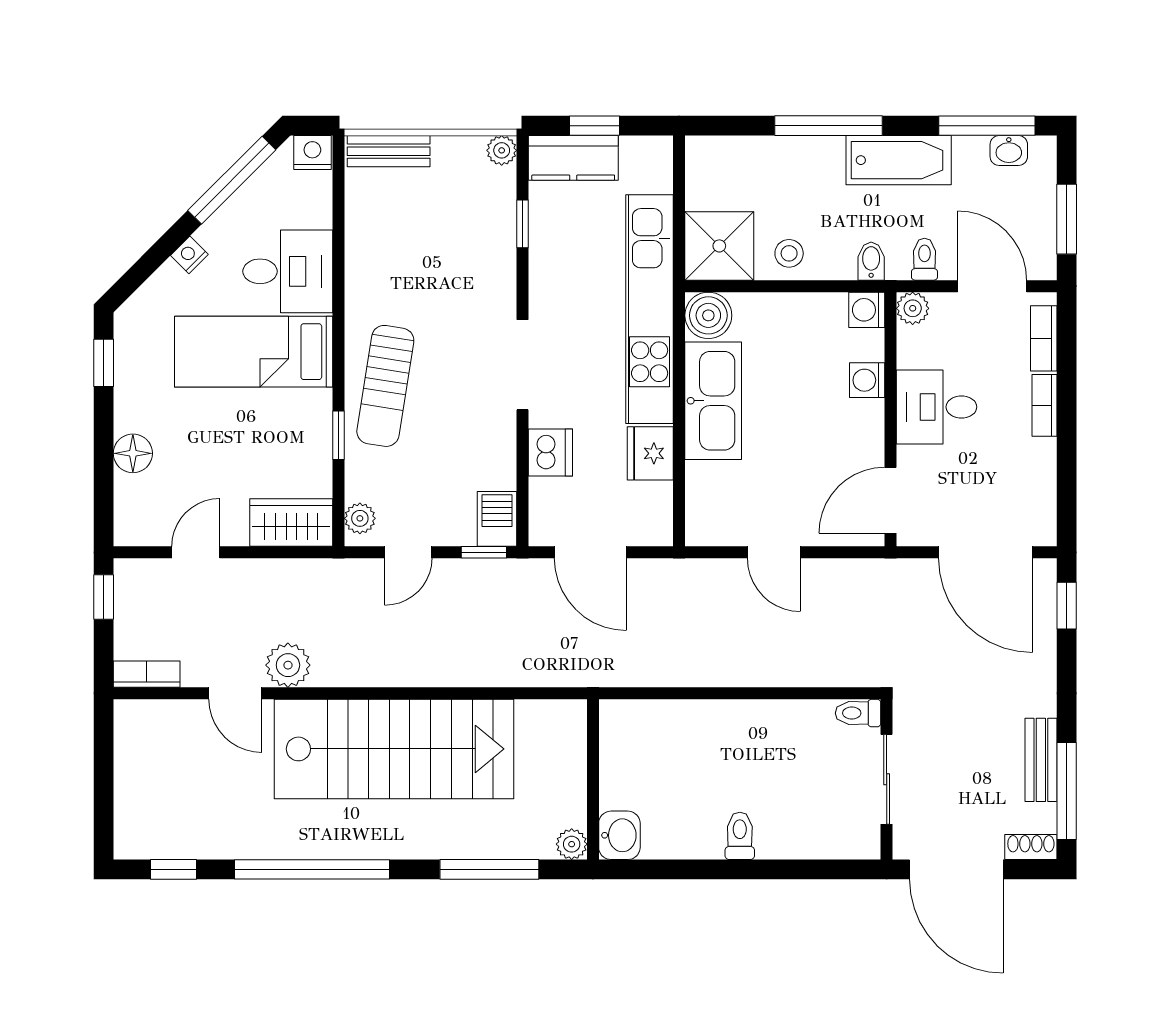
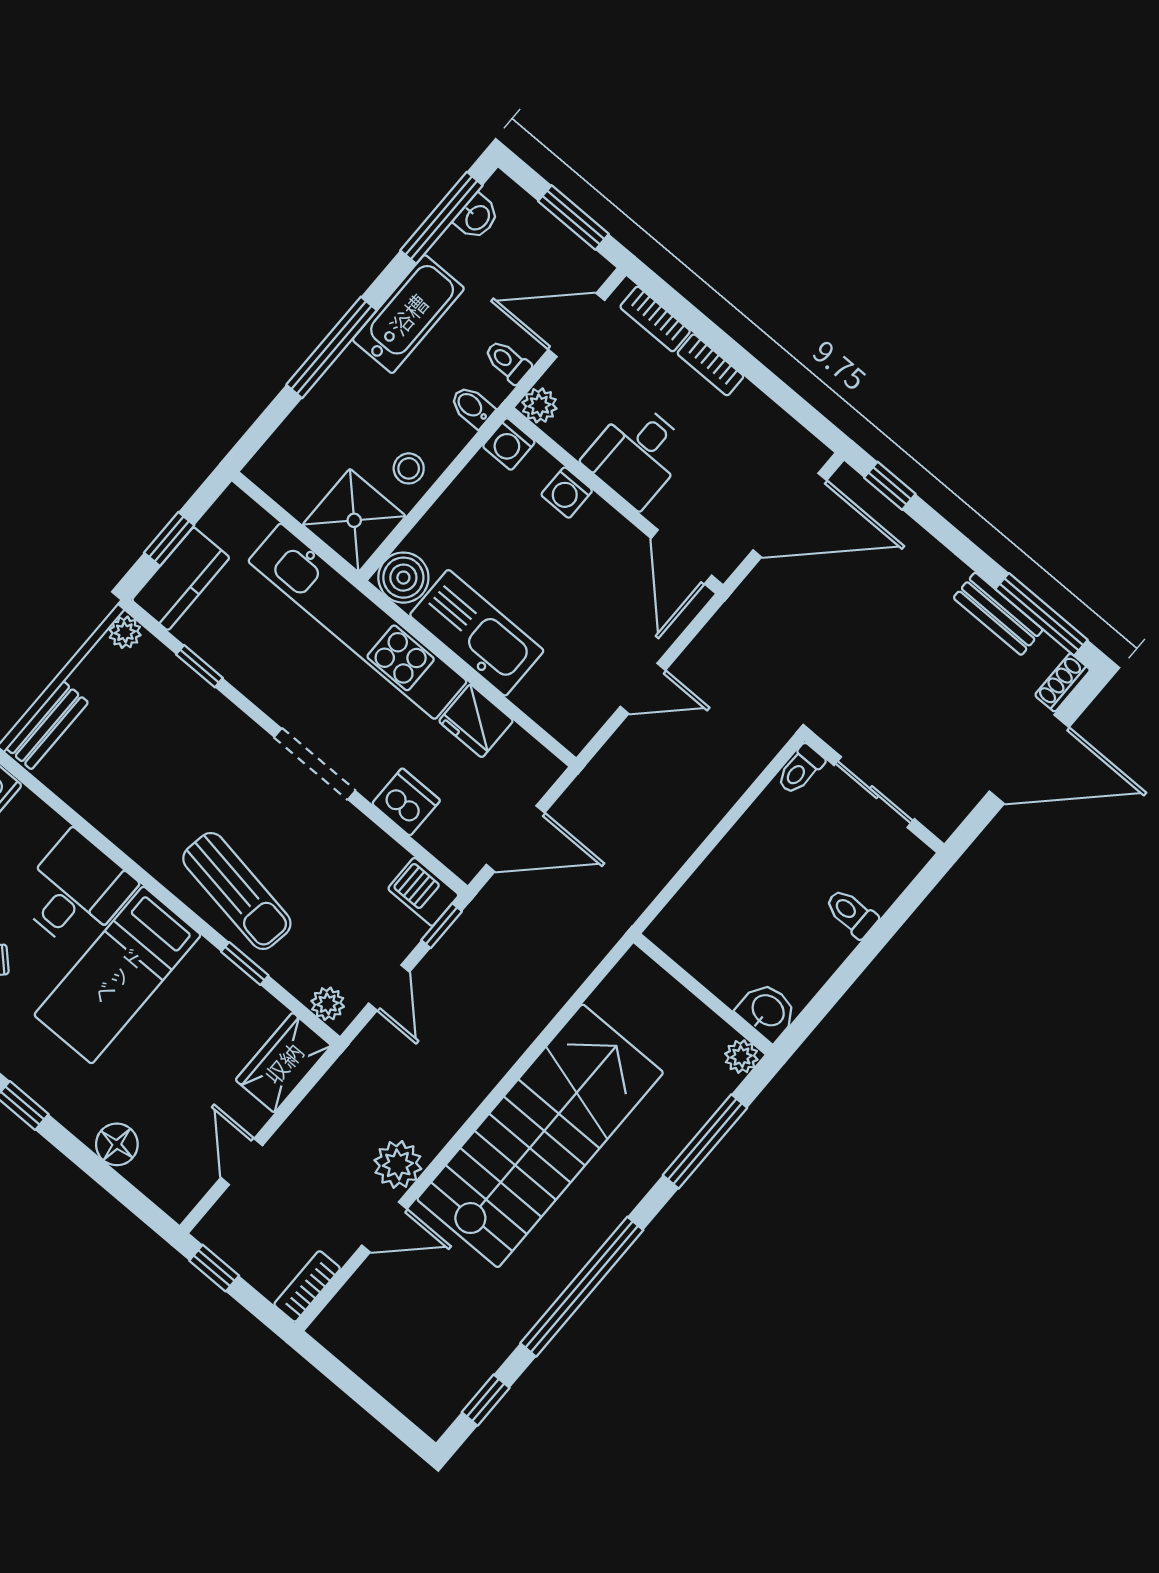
toilet: (858, 713) -> (800, 770), moved
sliding door: (887, 779) -> (874, 792), moved
wall: (887, 779) -> (874, 792), moved

